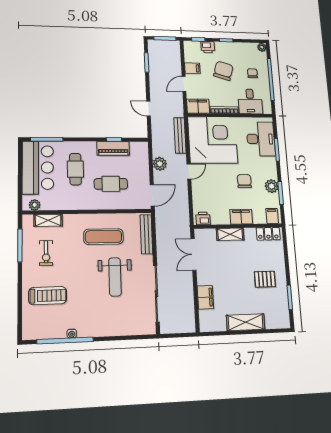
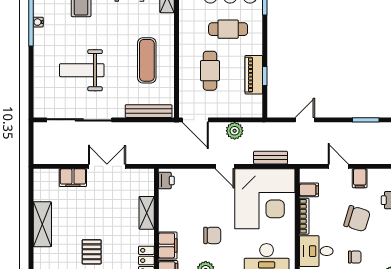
filing cabinet: (198, 106) -> (309, 190), width x0.50
bench: (180, 135) -> (271, 158), width x0.73
filing cabinet: (241, 217) -> (168, 245), moved
double door: (193, 254) -> (107, 166), moved
weight bench: (115, 277) -> (82, 70), moved

